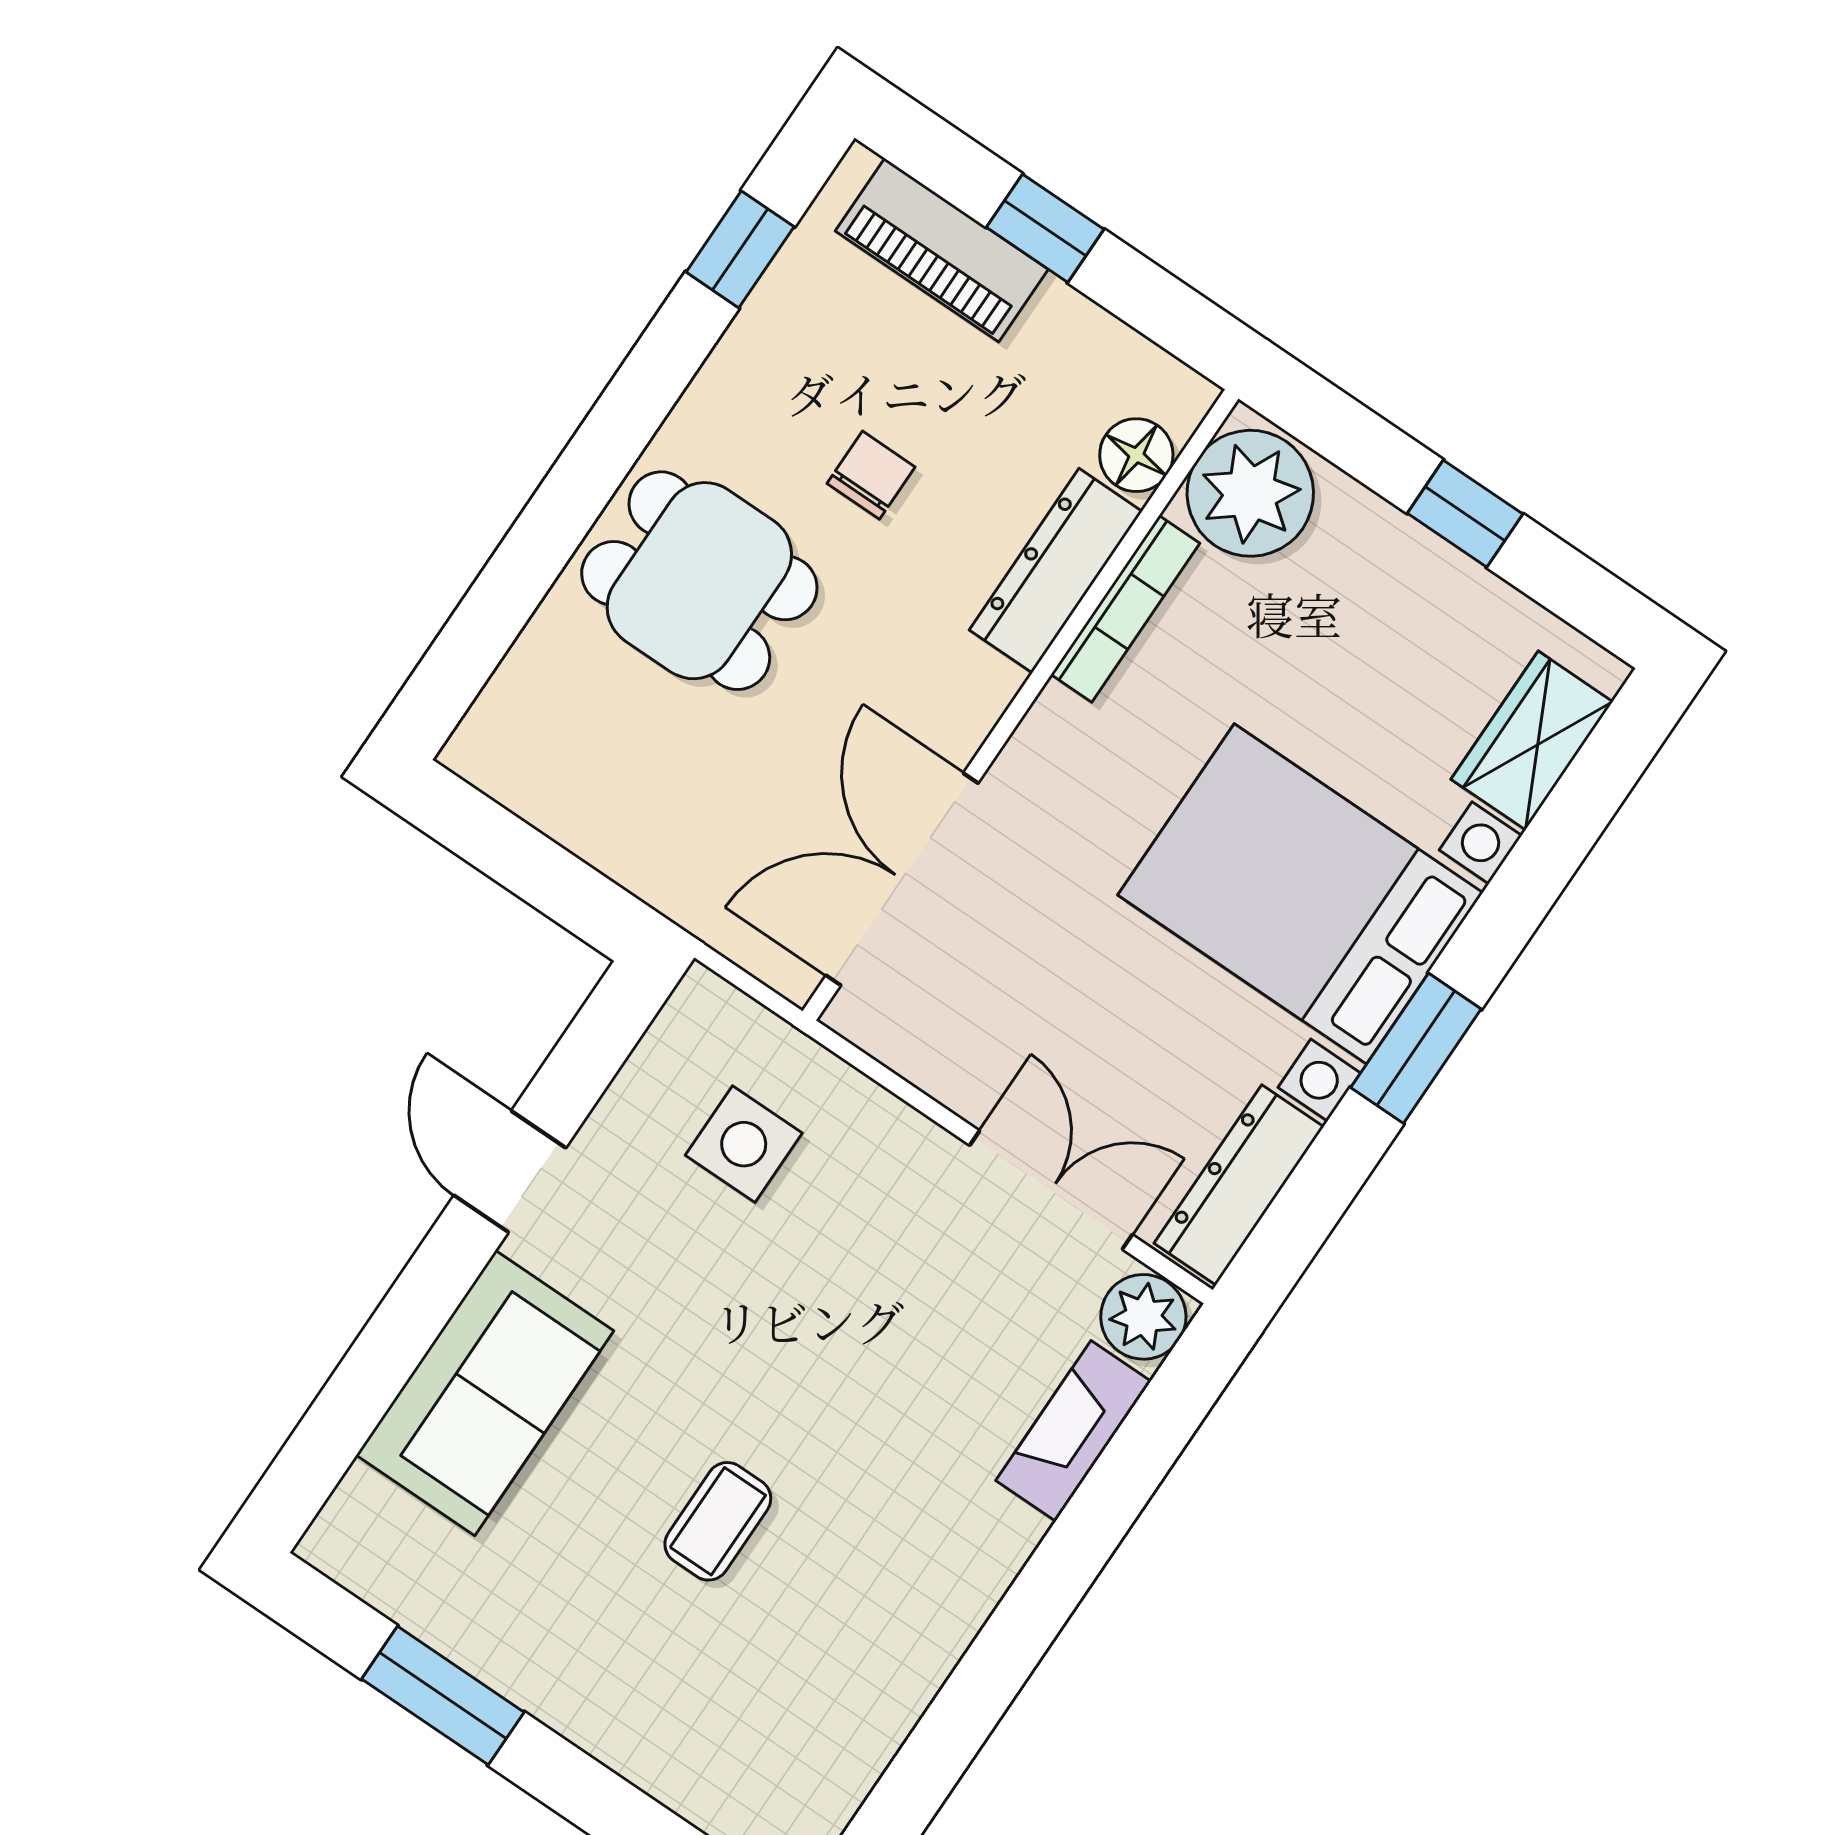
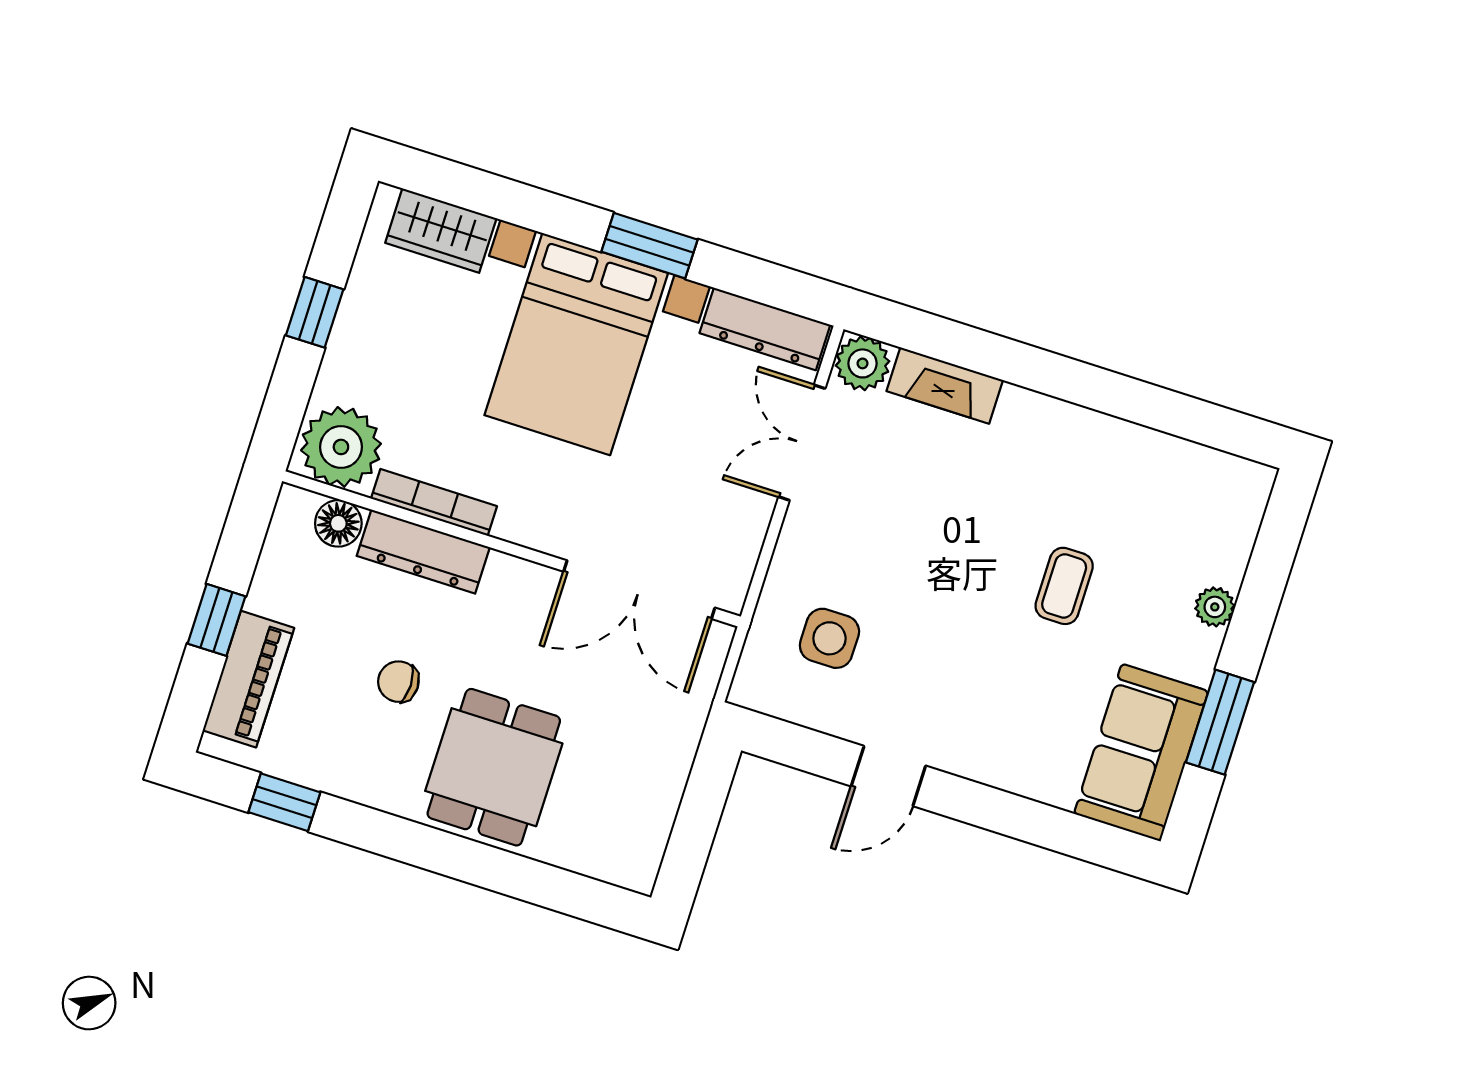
sofa: (485, 1393) -> (1141, 752), moved, turned -90
coffee table: (718, 1521) -> (1064, 586), turned 90
plant: (619, 1739) -> (1215, 607), added

